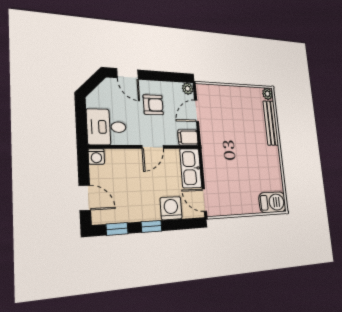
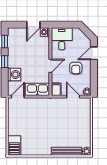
door: (153, 147) -> (50, 66), swing flipped
door: (85, 198) -> (33, 25), moved

